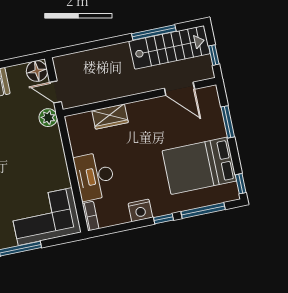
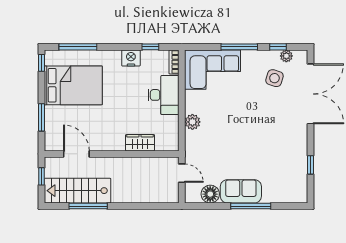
floor lamp: (37, 71) -> (210, 194), moved
plant: (48, 118) -> (192, 122), moved
window: (163, 219) -> (150, 47), moved

